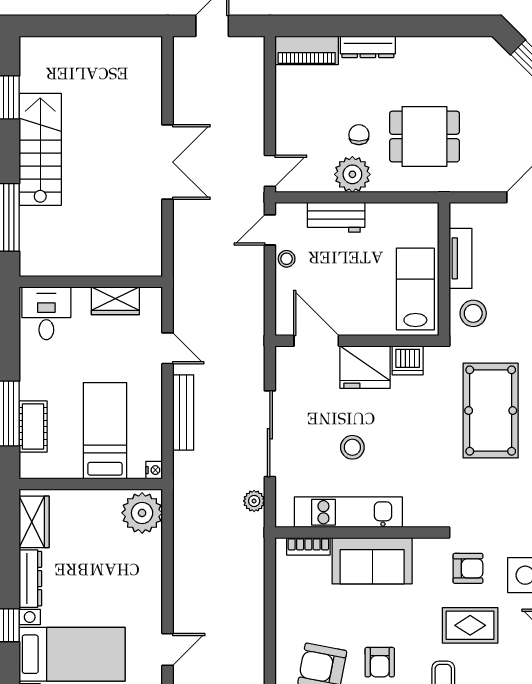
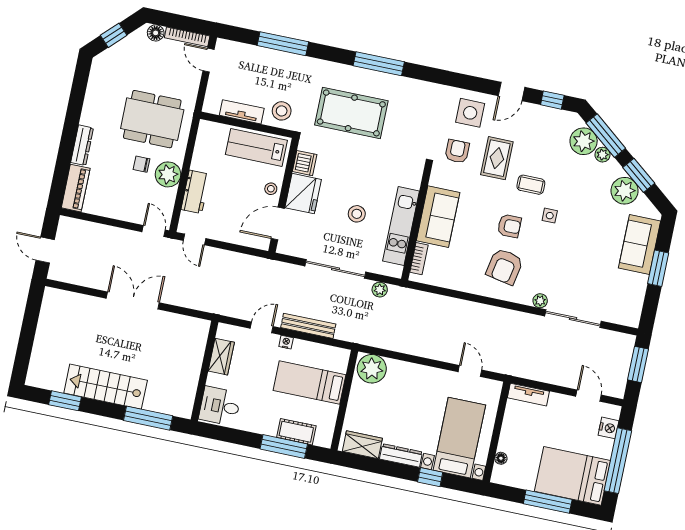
dining table: (424, 136) -> (152, 119), width x1.38
stool: (287, 259) -> (271, 189), moved
nightstand: (154, 470) -> (286, 342), moved

